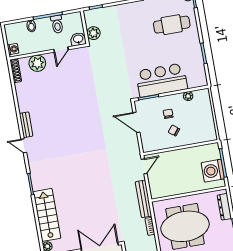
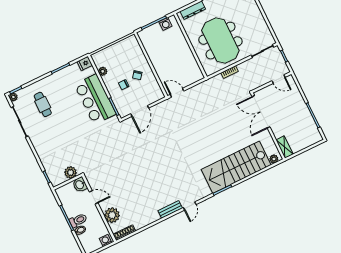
toilet: (57, 24) -> (78, 220), moved
cafe table: (172, 25) -> (43, 104), width x0.73, depth x0.74
fridge: (201, 80) -> (85, 63), added
washing machine: (213, 171) -> (165, 24), width x0.53, depth x0.53
bench: (143, 199) -> (207, 85), removed
stairs: (47, 215) -> (236, 167), width x1.36, depth x1.51

